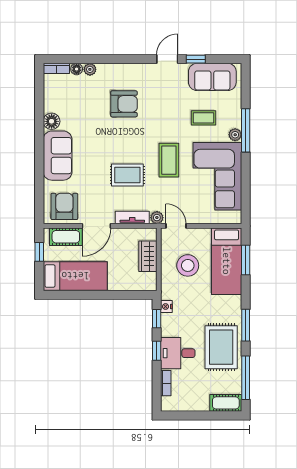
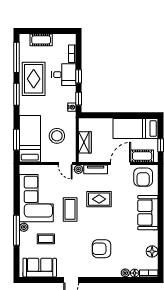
window: (196, 59) -> (51, 280), removed
floor lamp: (52, 121) -> (152, 251), moved
cot: (226, 403) -> (41, 40), moved

